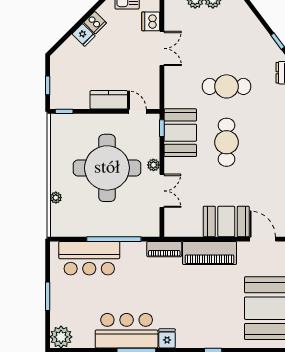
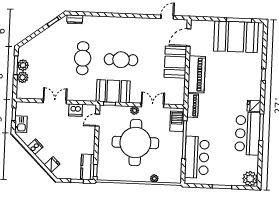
dishwasher: (151, 21) -> (76, 110), moved
fridge: (84, 35) -> (52, 164), moved
kitchen counter: (109, 100) -> (87, 167), moved
barbecue: (140, 227) -> (177, 121), added

